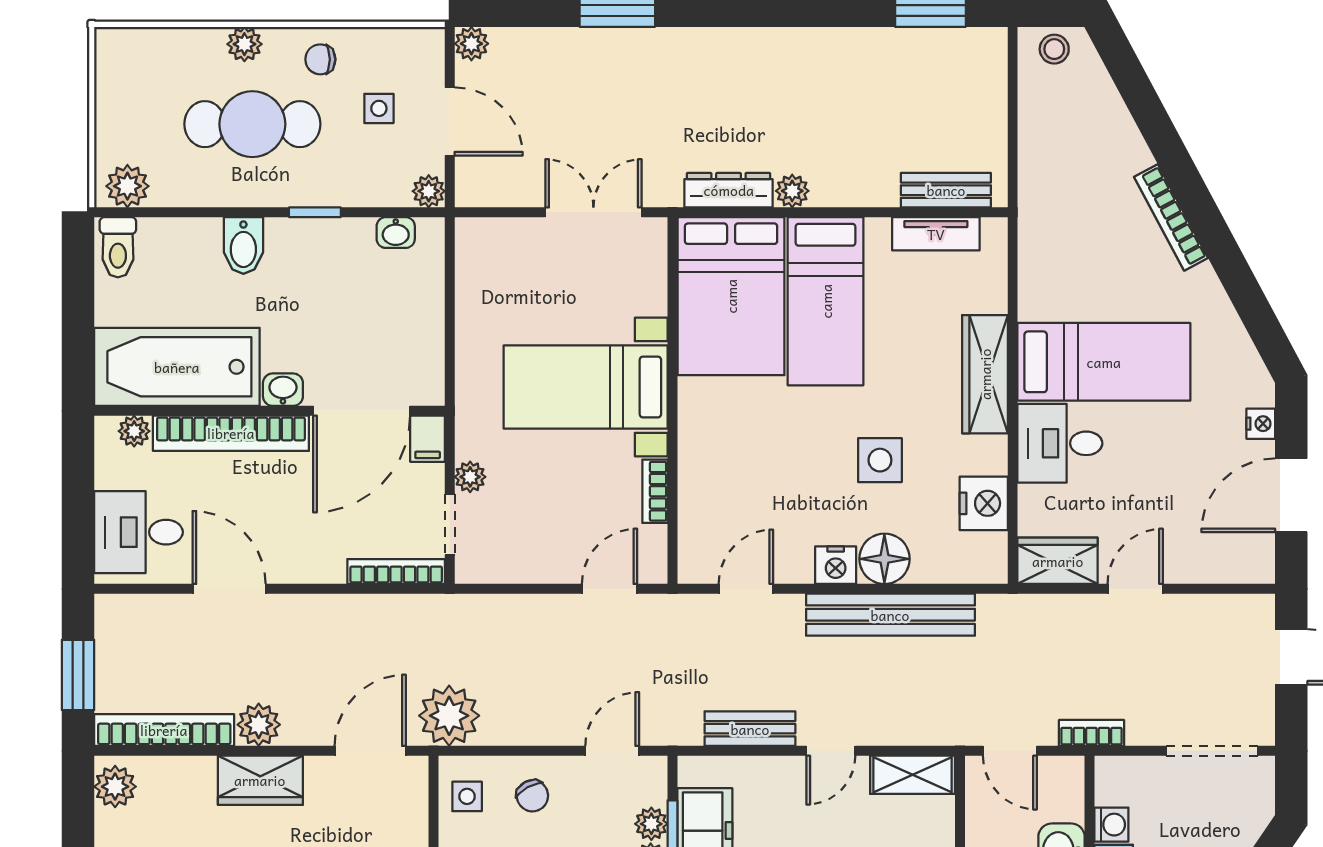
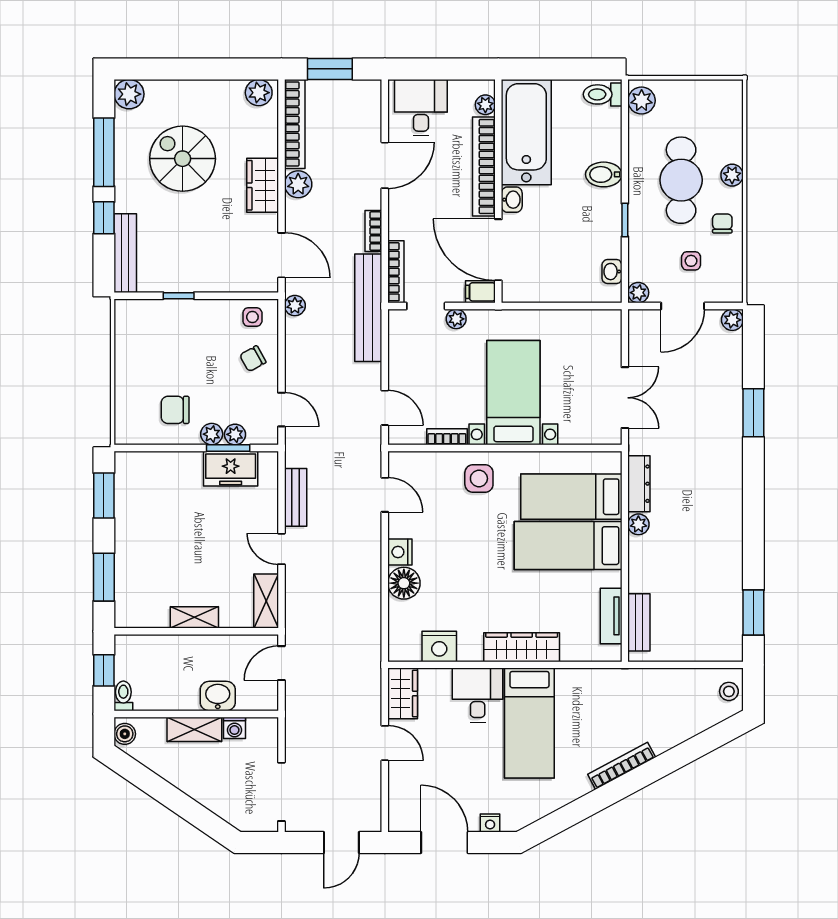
bed: (731, 296) -> (571, 497), width x0.67
side table: (880, 460) -> (479, 479), moved
bench: (890, 615) -> (368, 308), moved
plant: (449, 716) -> (295, 306), width x0.53, depth x0.53
bookcase: (1091, 733) -> (373, 231), moved, turned 180

